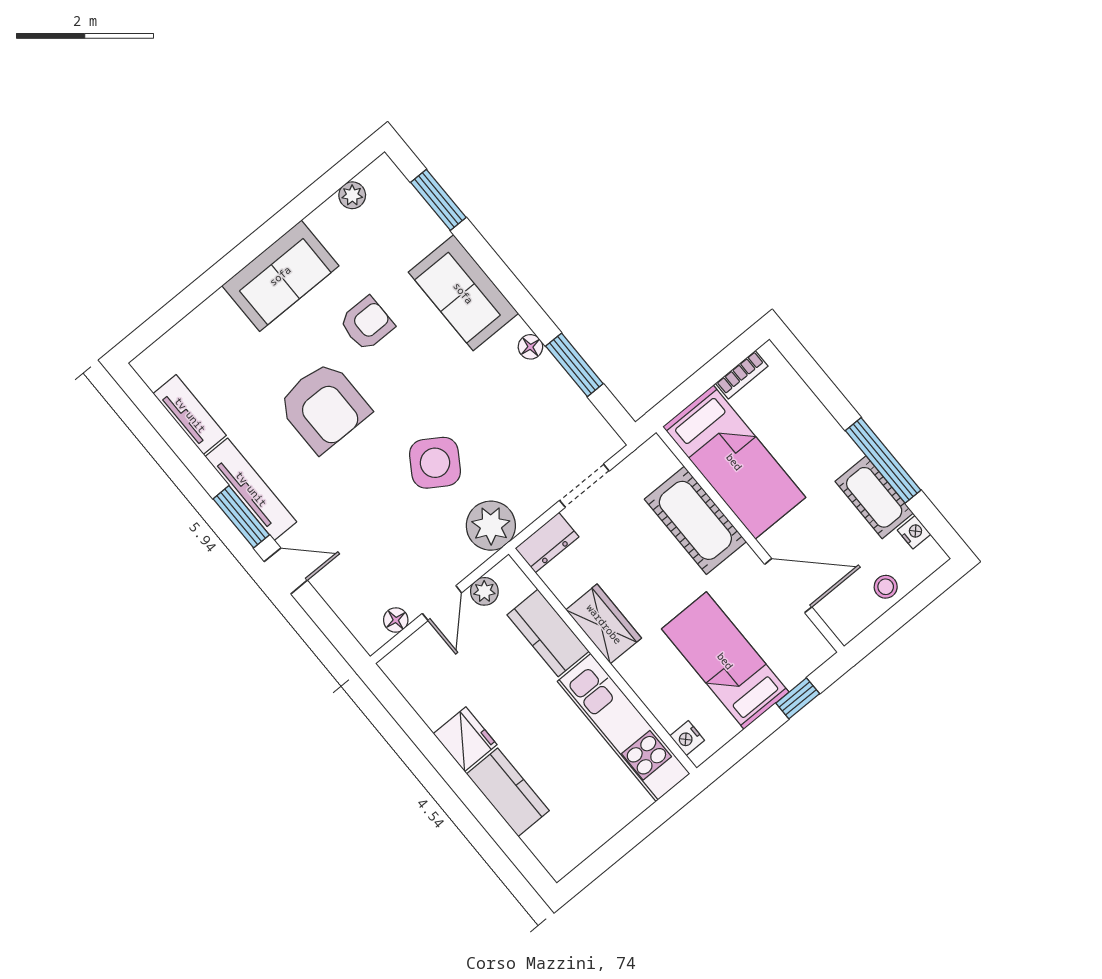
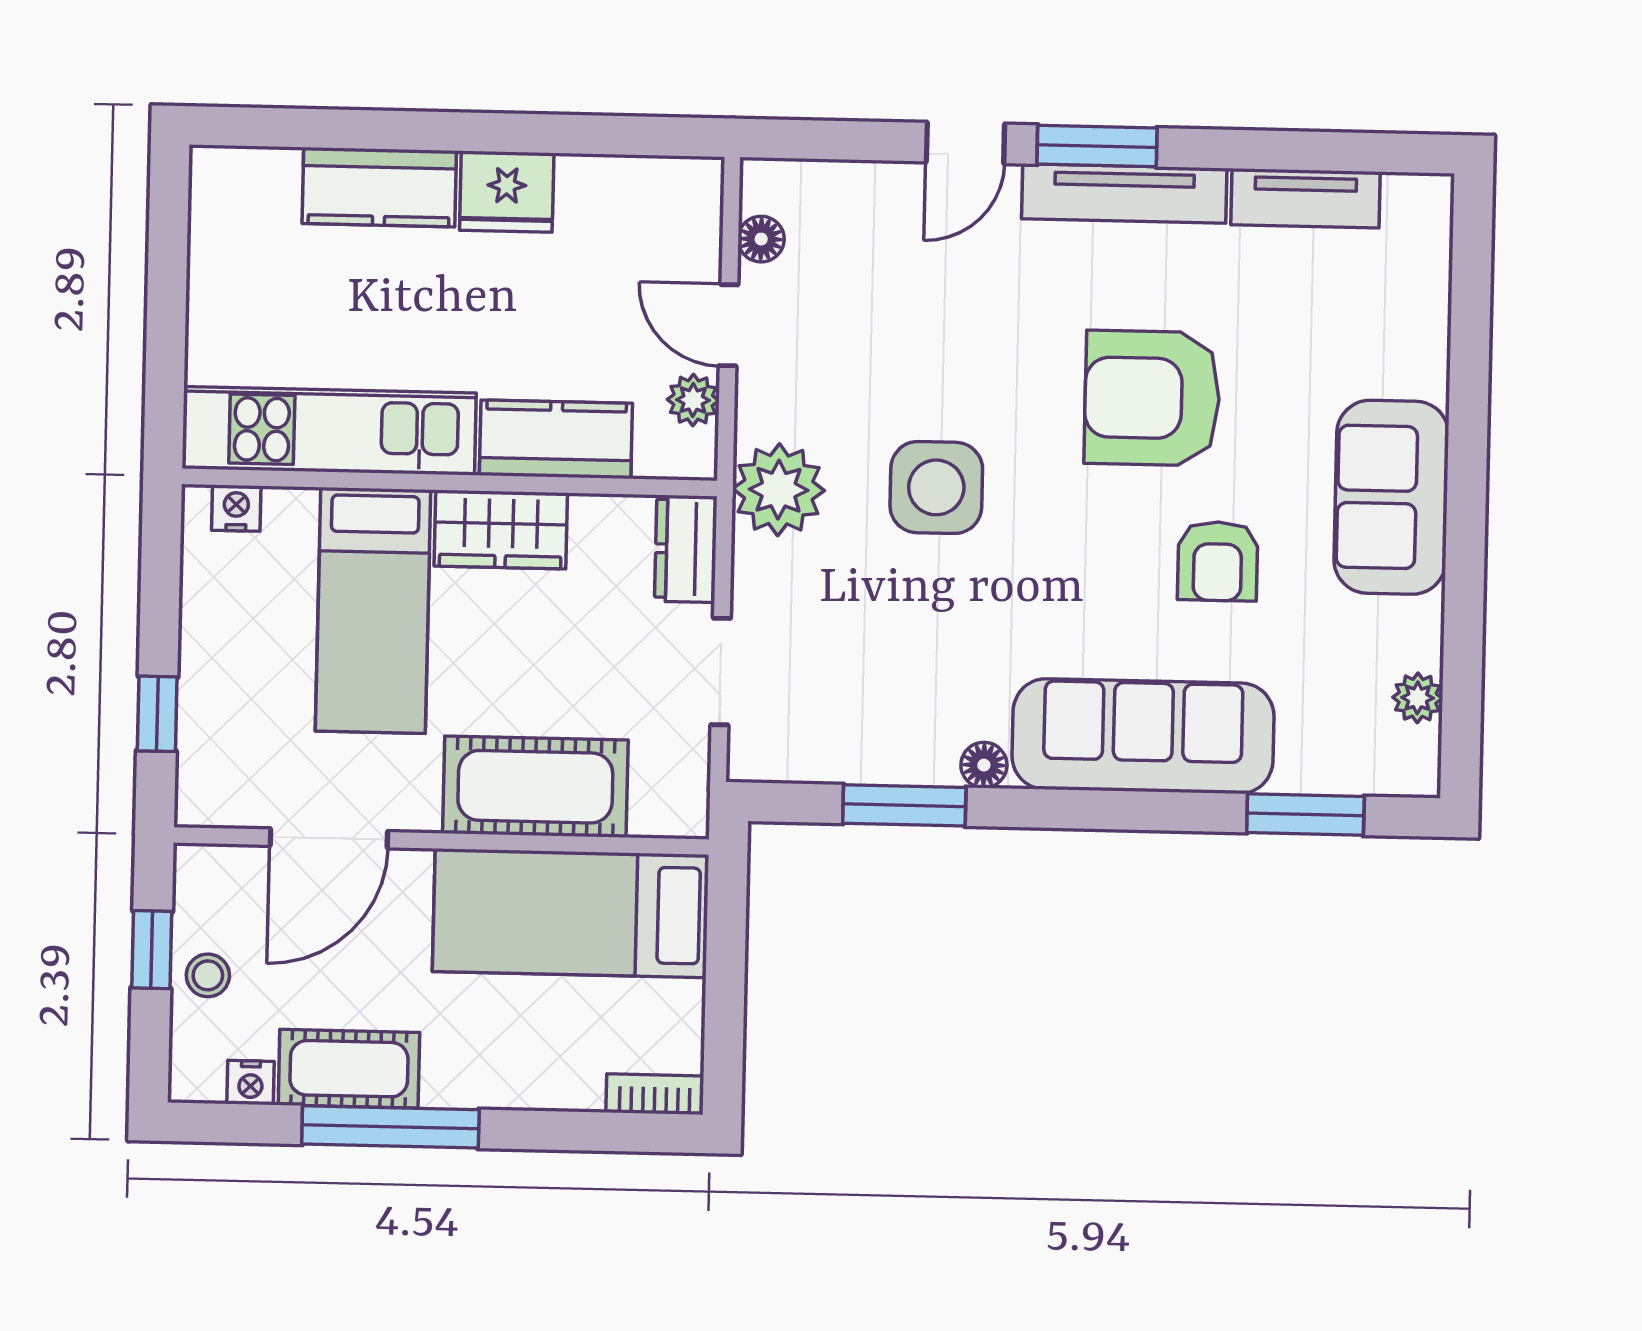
sofa: (463, 293) -> (1143, 736), width x1.36
bookcase: (742, 375) -> (655, 1094), moved, turned 90
side table: (435, 463) -> (936, 487), turned -33
window: (895, 618) -> (152, 950), added
bed: (725, 661) -> (373, 610), moved, turned 90

